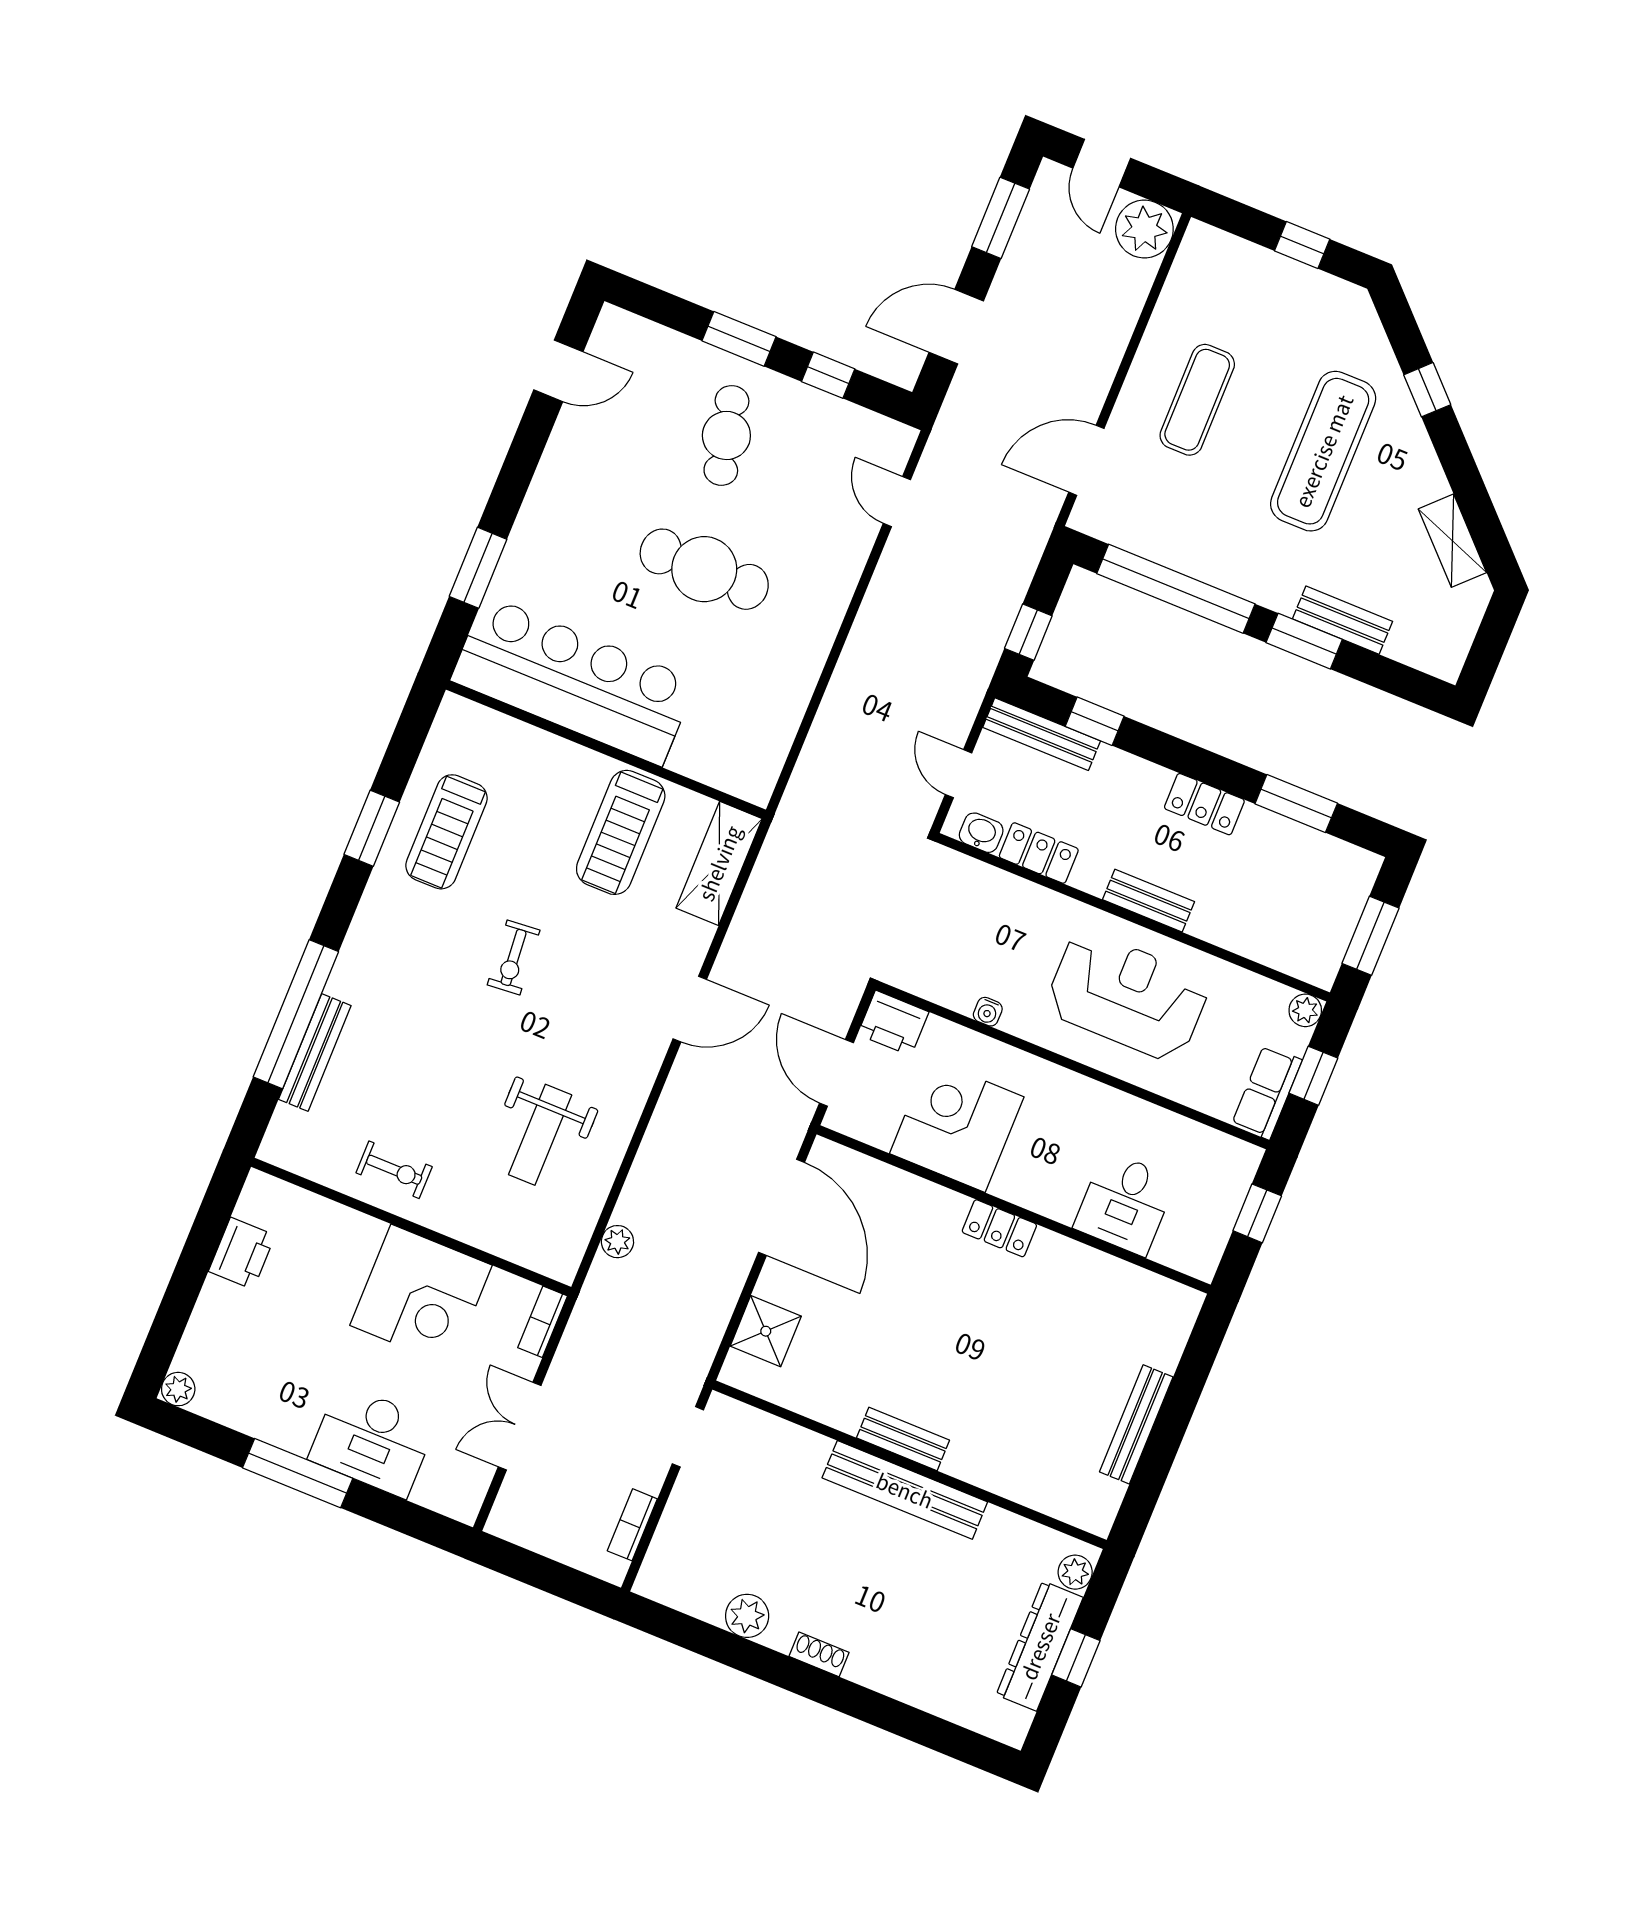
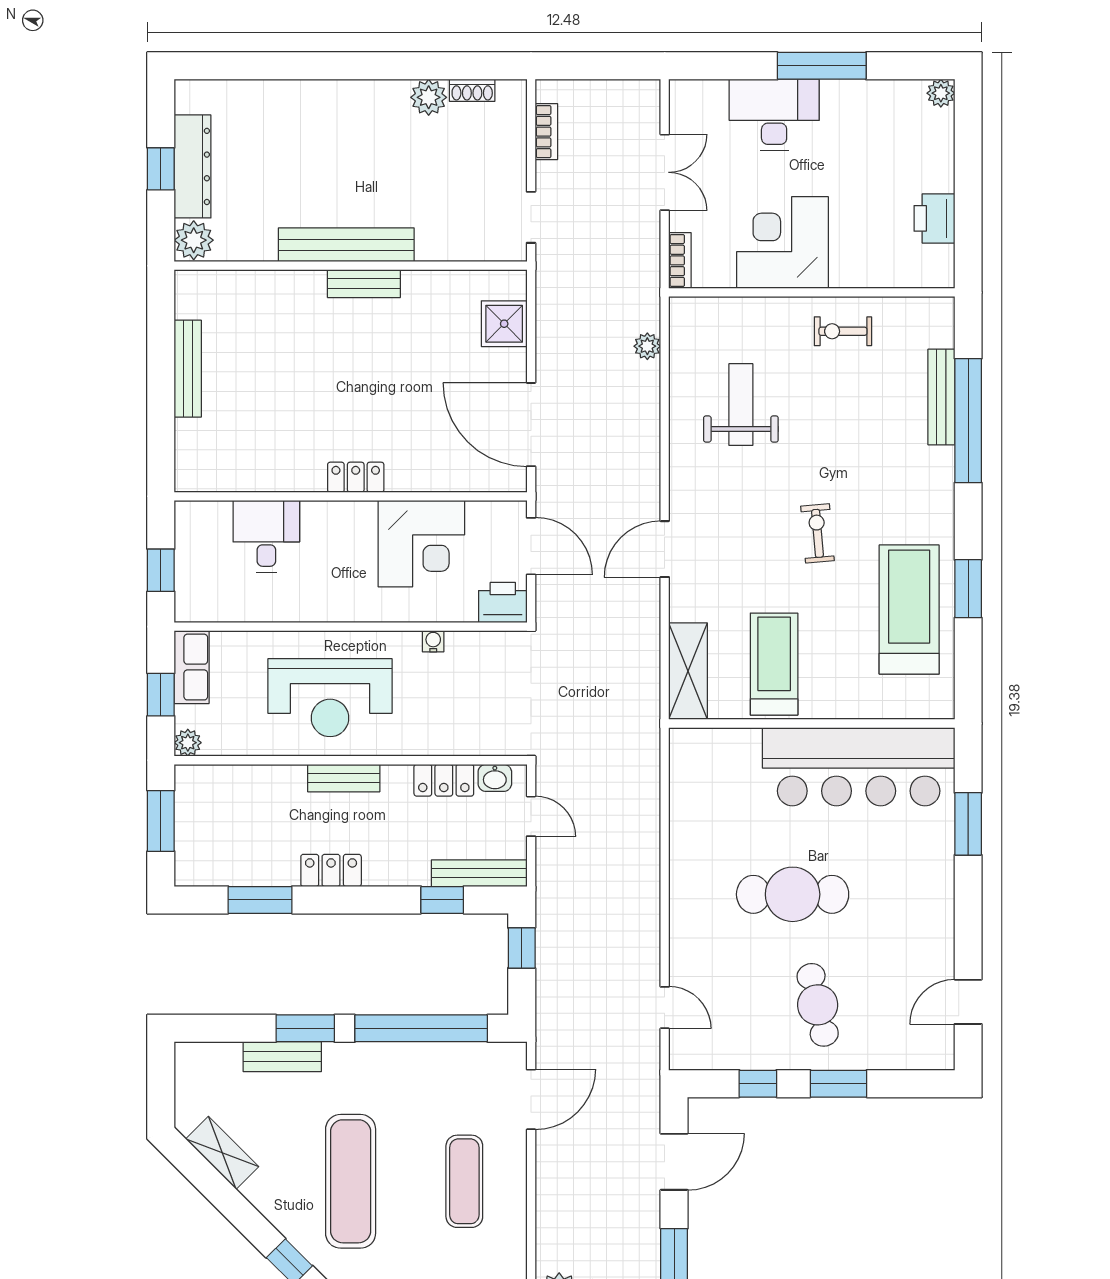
treadmill: (447, 832) -> (909, 609), width x1.37, depth x1.38
plant: (1075, 1572) -> (194, 240), width x1.38, depth x1.38
shoe rack: (819, 1654) -> (472, 90), moved

